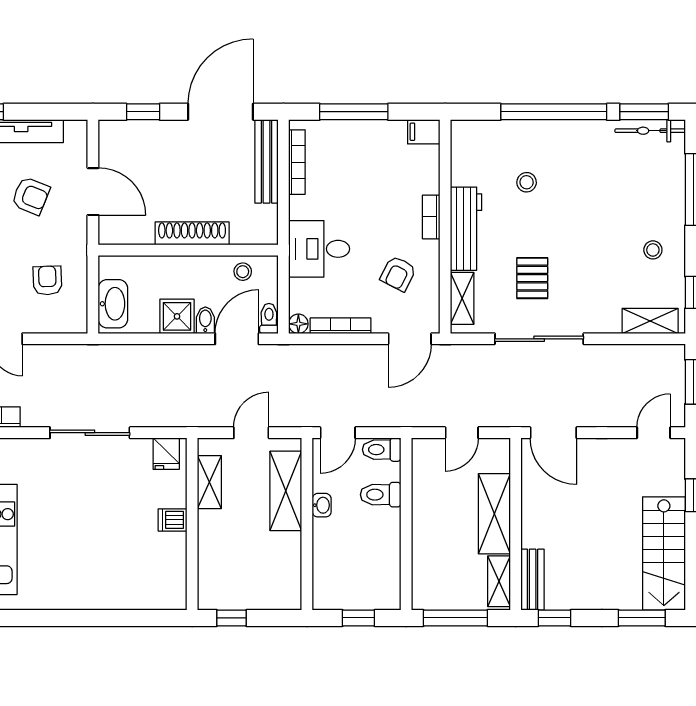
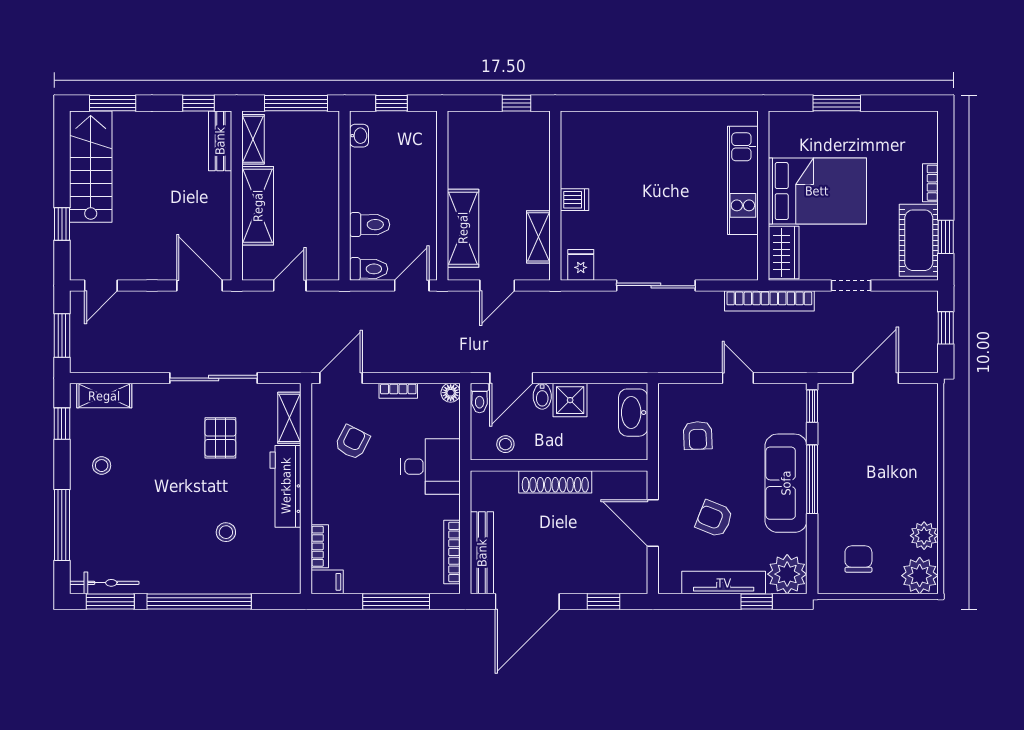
bookcase: (431, 217) -> (320, 546), moved
bookcase: (341, 326) -> (398, 391), width x0.64
washbasin: (322, 505) -> (359, 136), moved, turned 180

